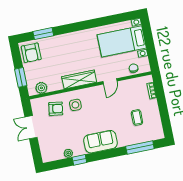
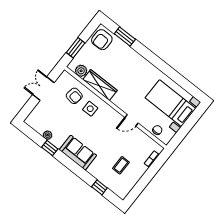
wardrobe: (79, 79) -> (100, 85), moved
window: (140, 147) -> (99, 187), width x0.46

